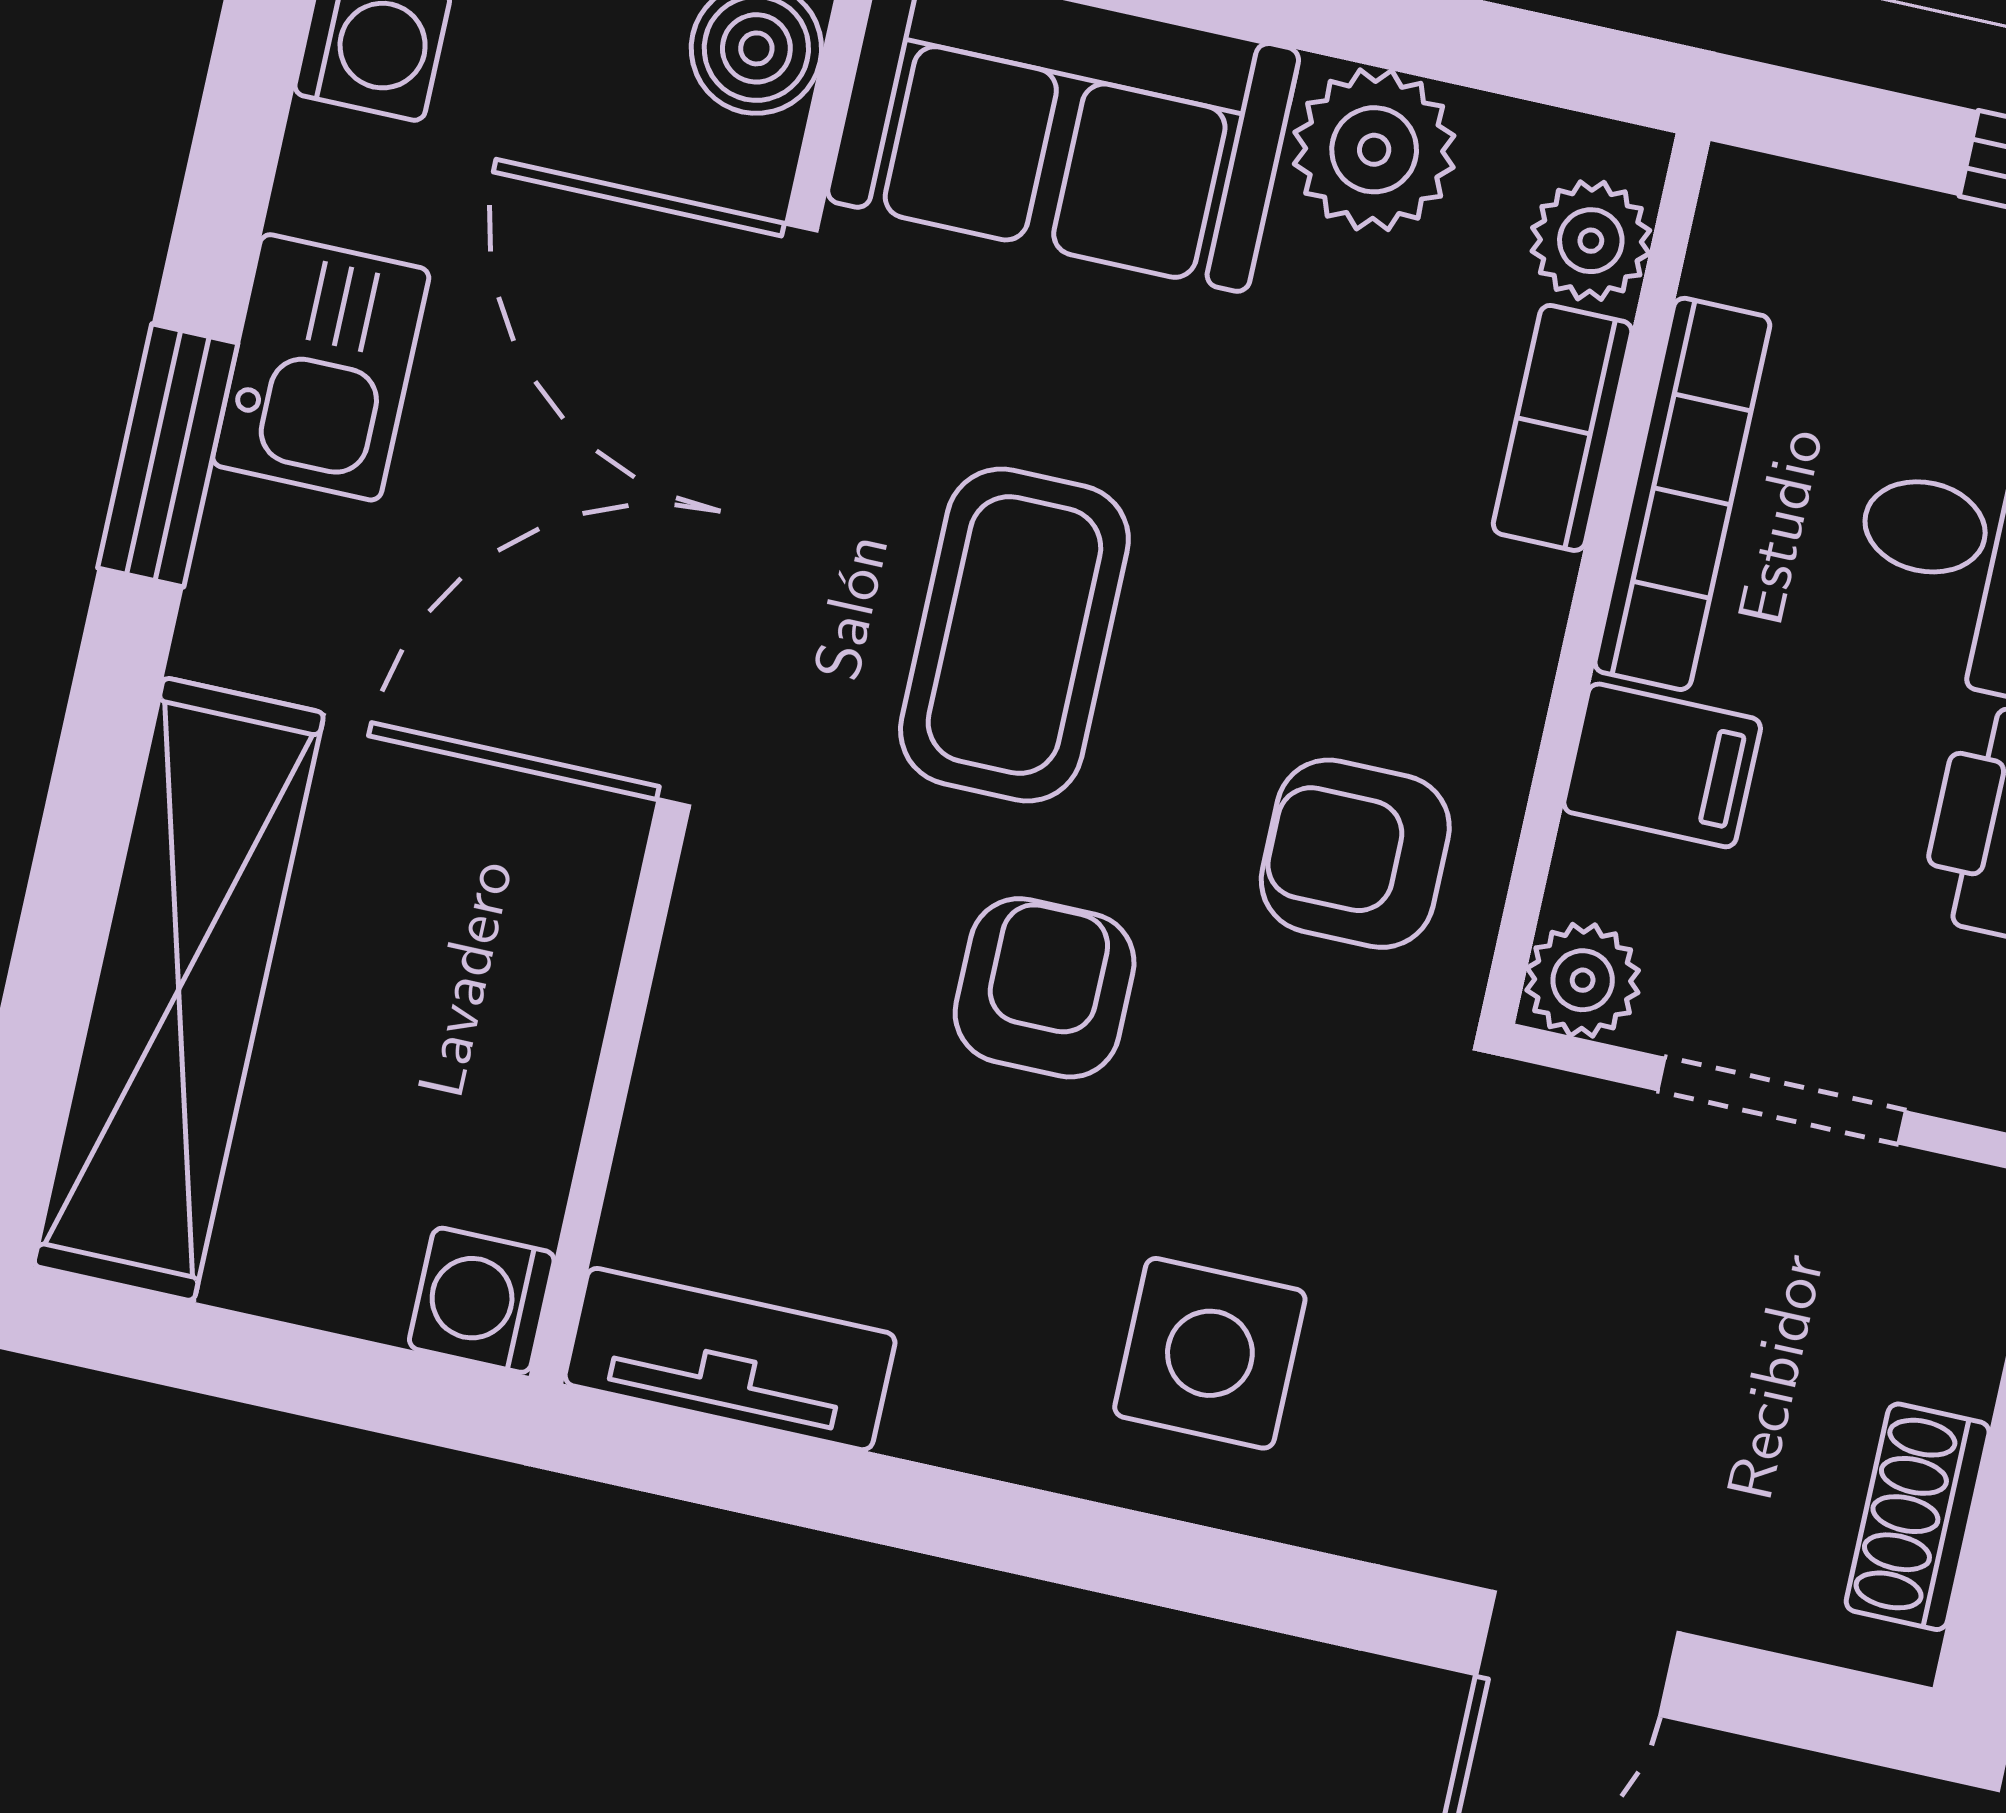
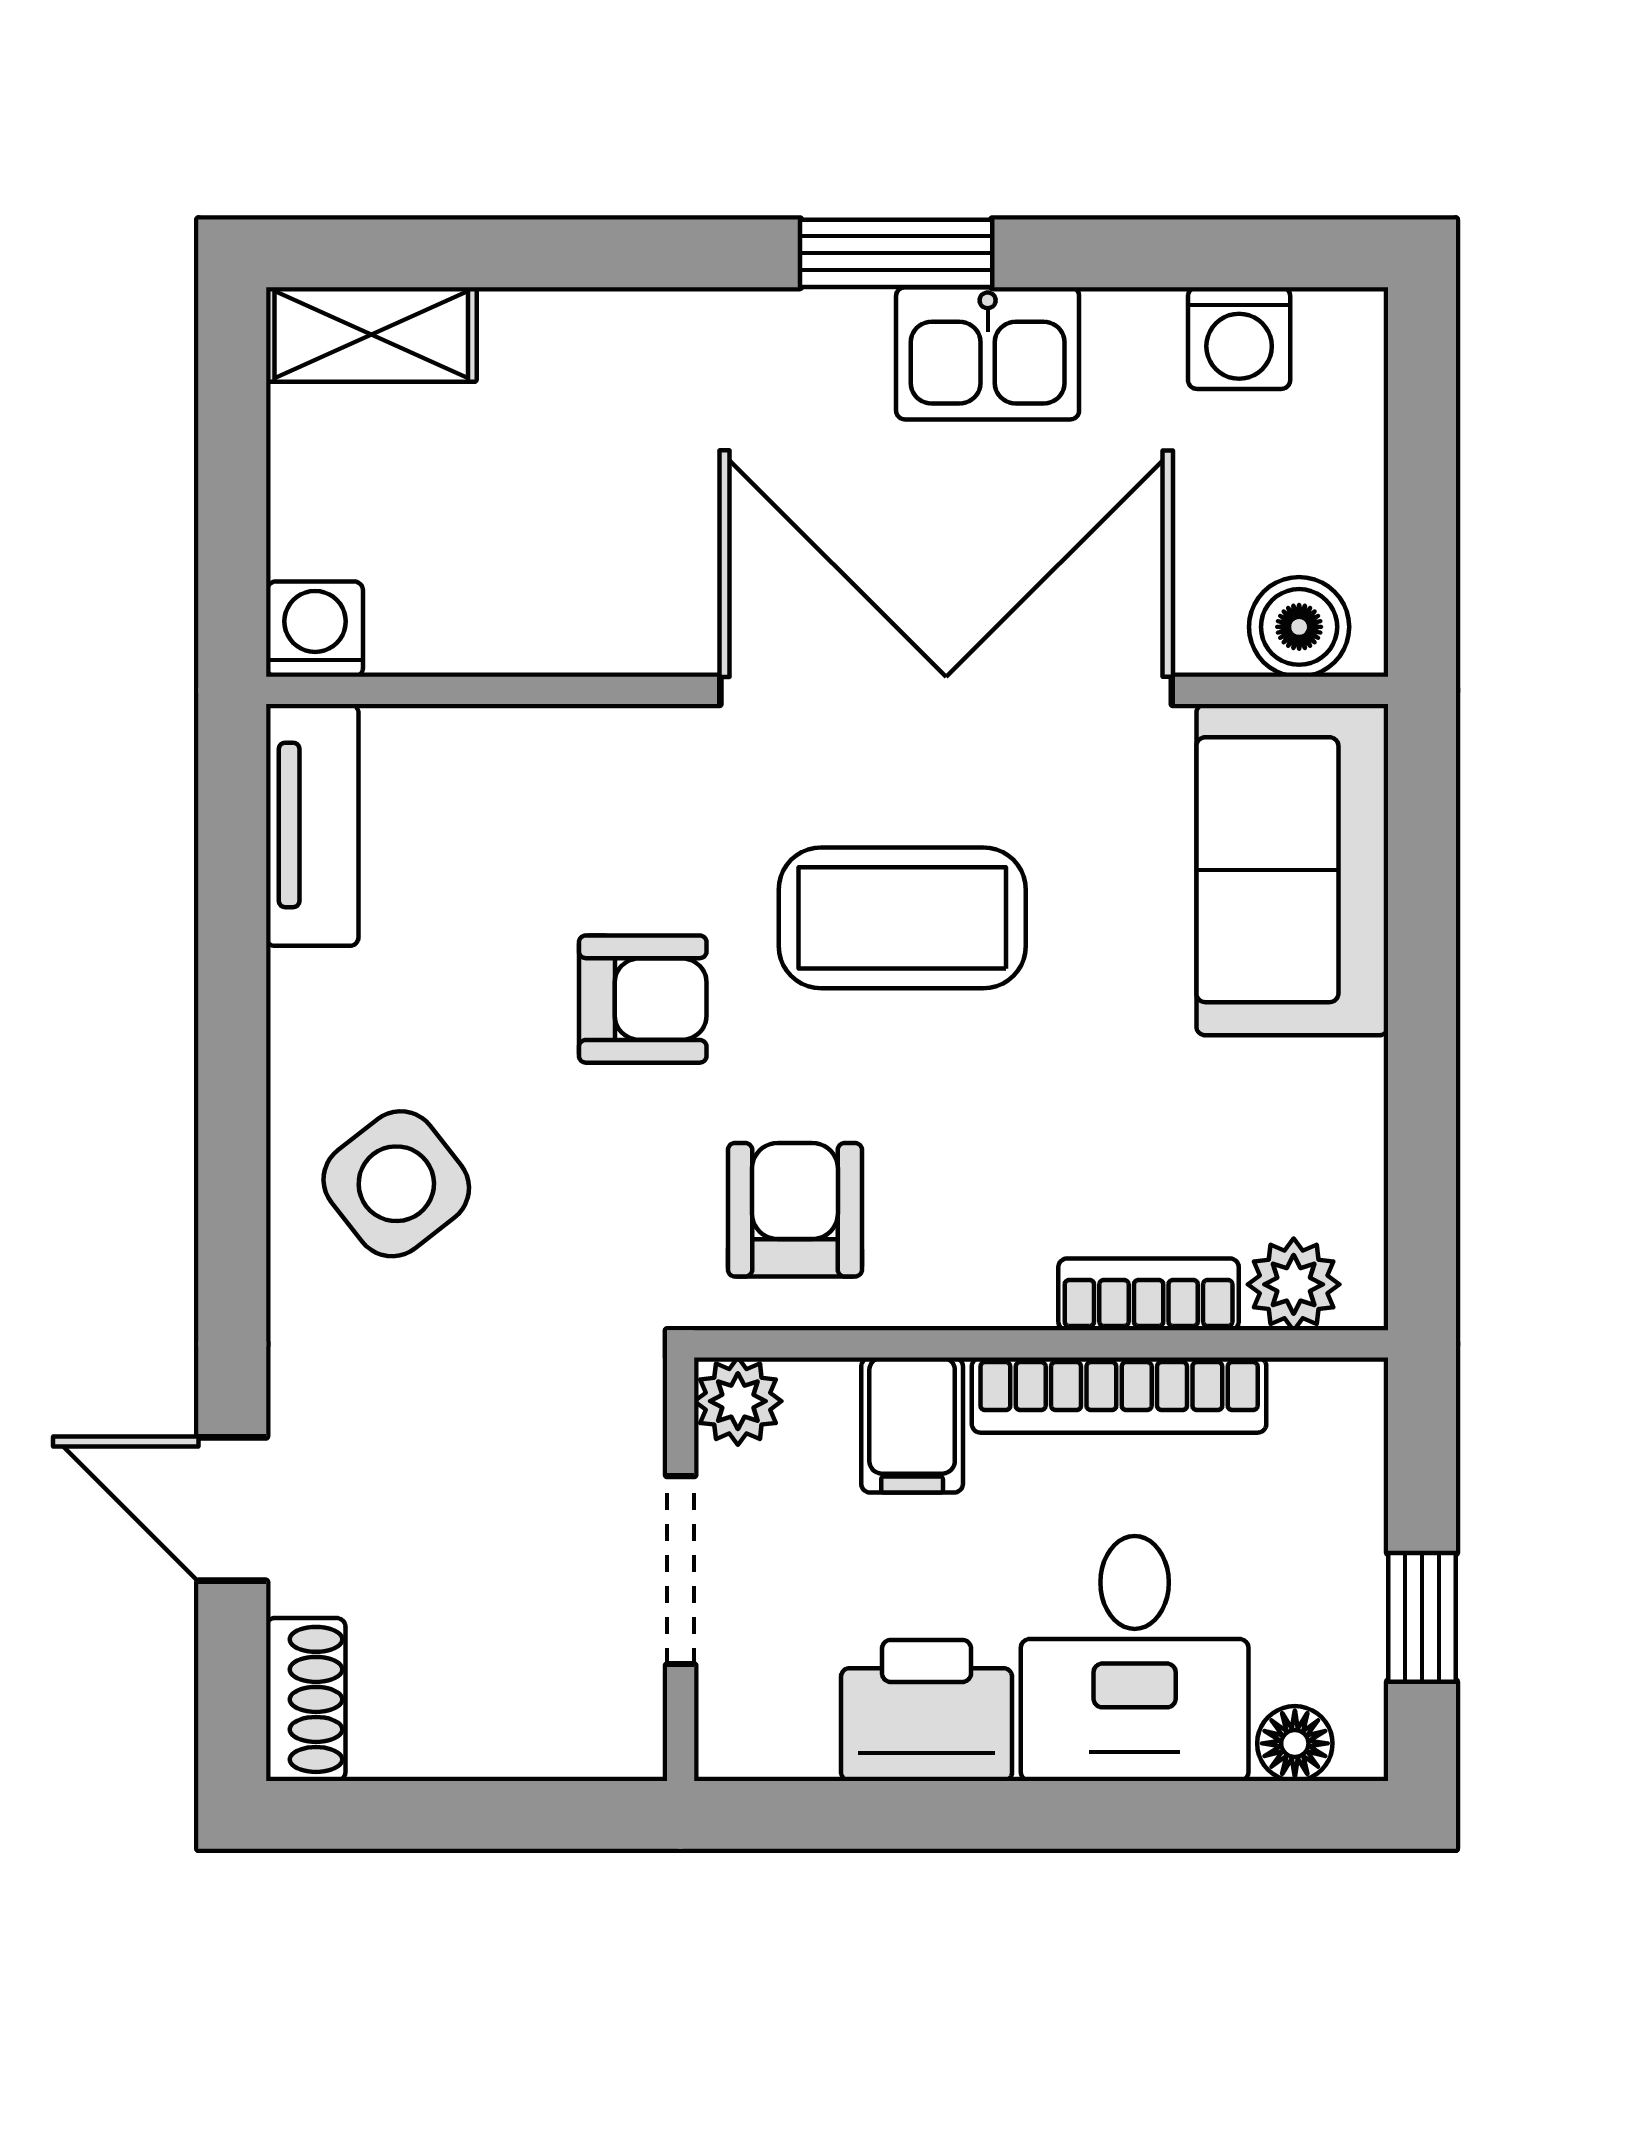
plant: (1374, 150) -> (1326, 1107), removed
shelving: (179, 989) -> (371, 334), width x0.45, depth x0.75
side table: (1210, 1353) -> (396, 1184), turned -38
shoe rack: (1918, 1517) -> (306, 1699), moved, turned 90

